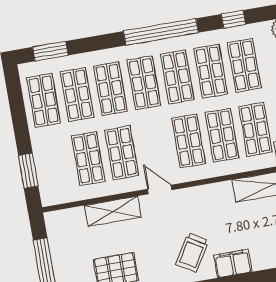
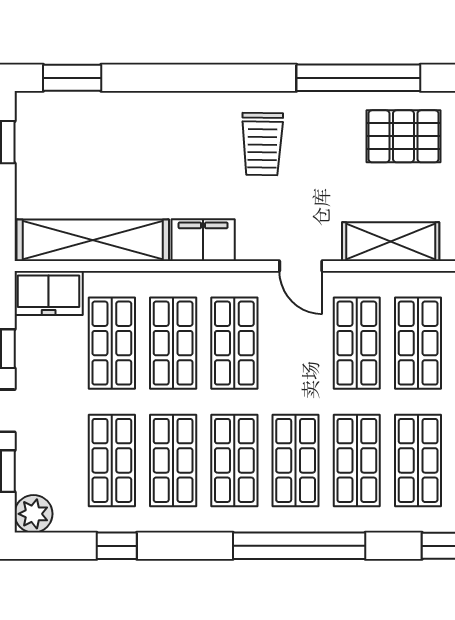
window: (161, 32) -> (299, 546), moved
trolley: (192, 252) -> (262, 144), turned 150
filing cabinet: (233, 263) -> (203, 240), moved, turned 180

